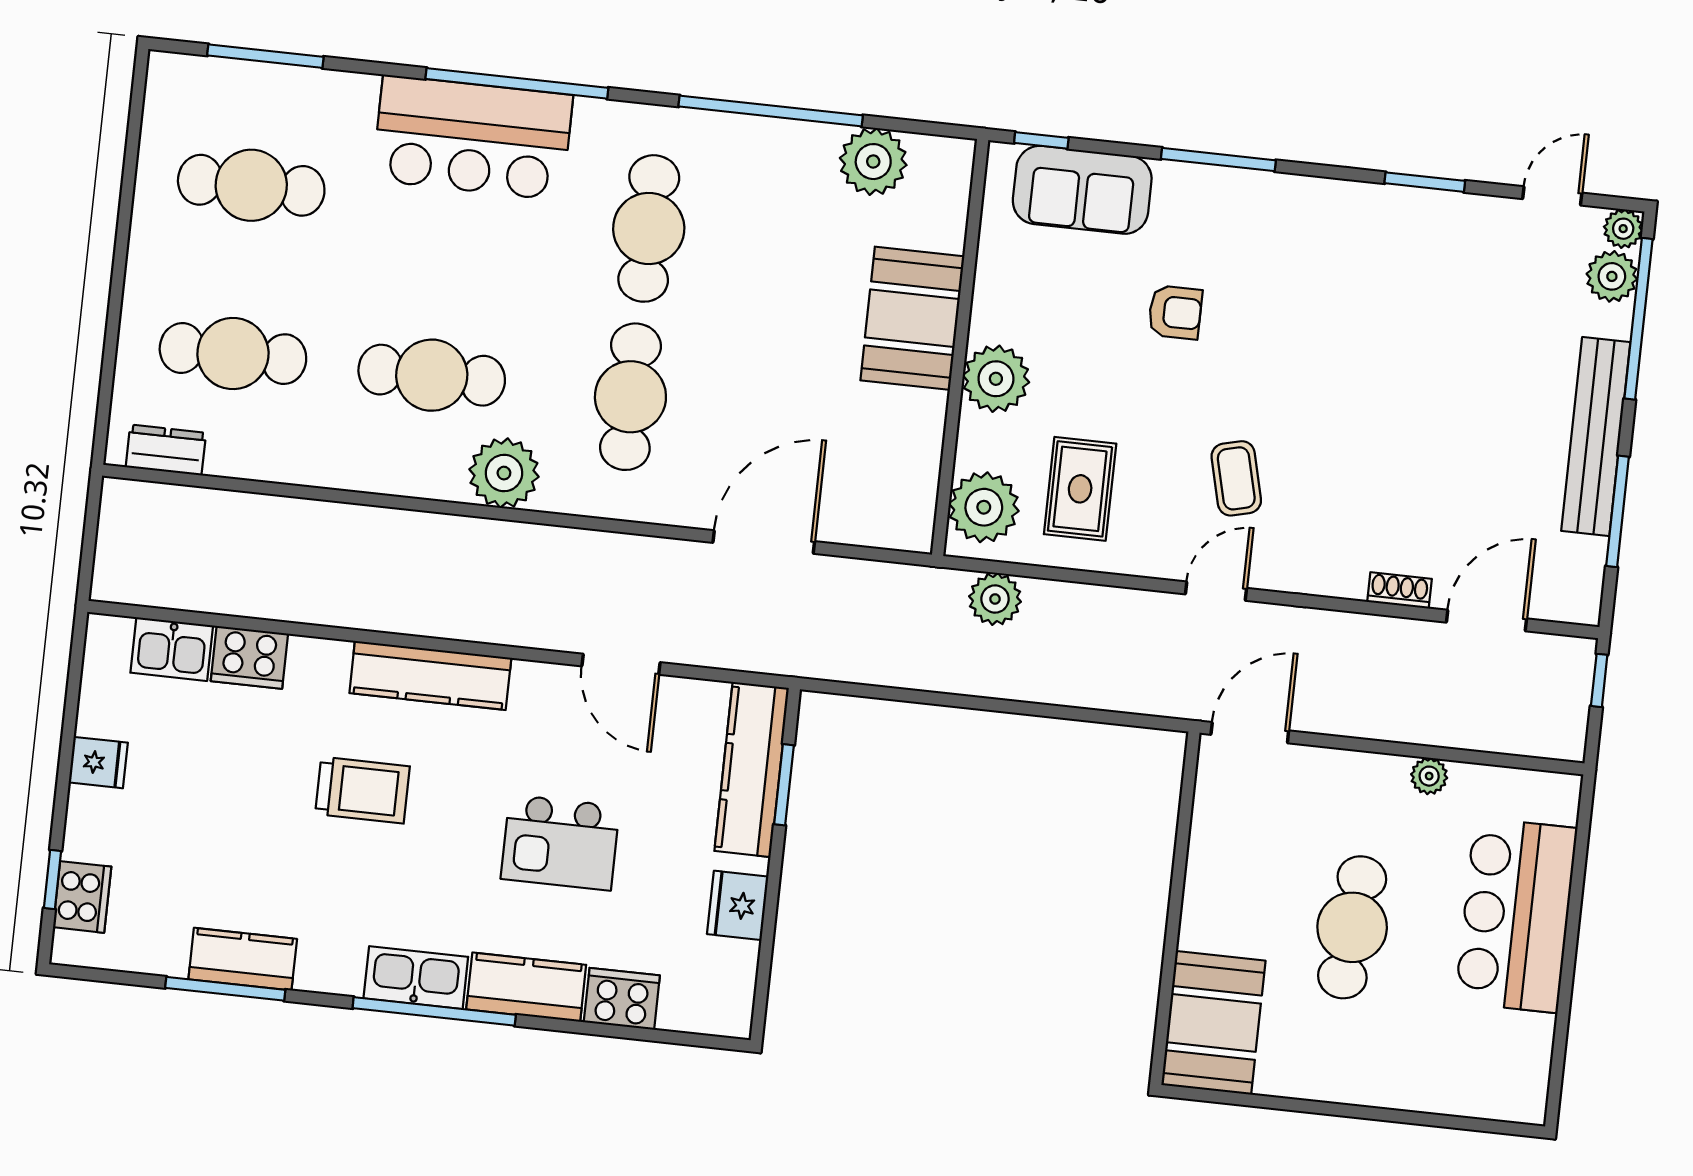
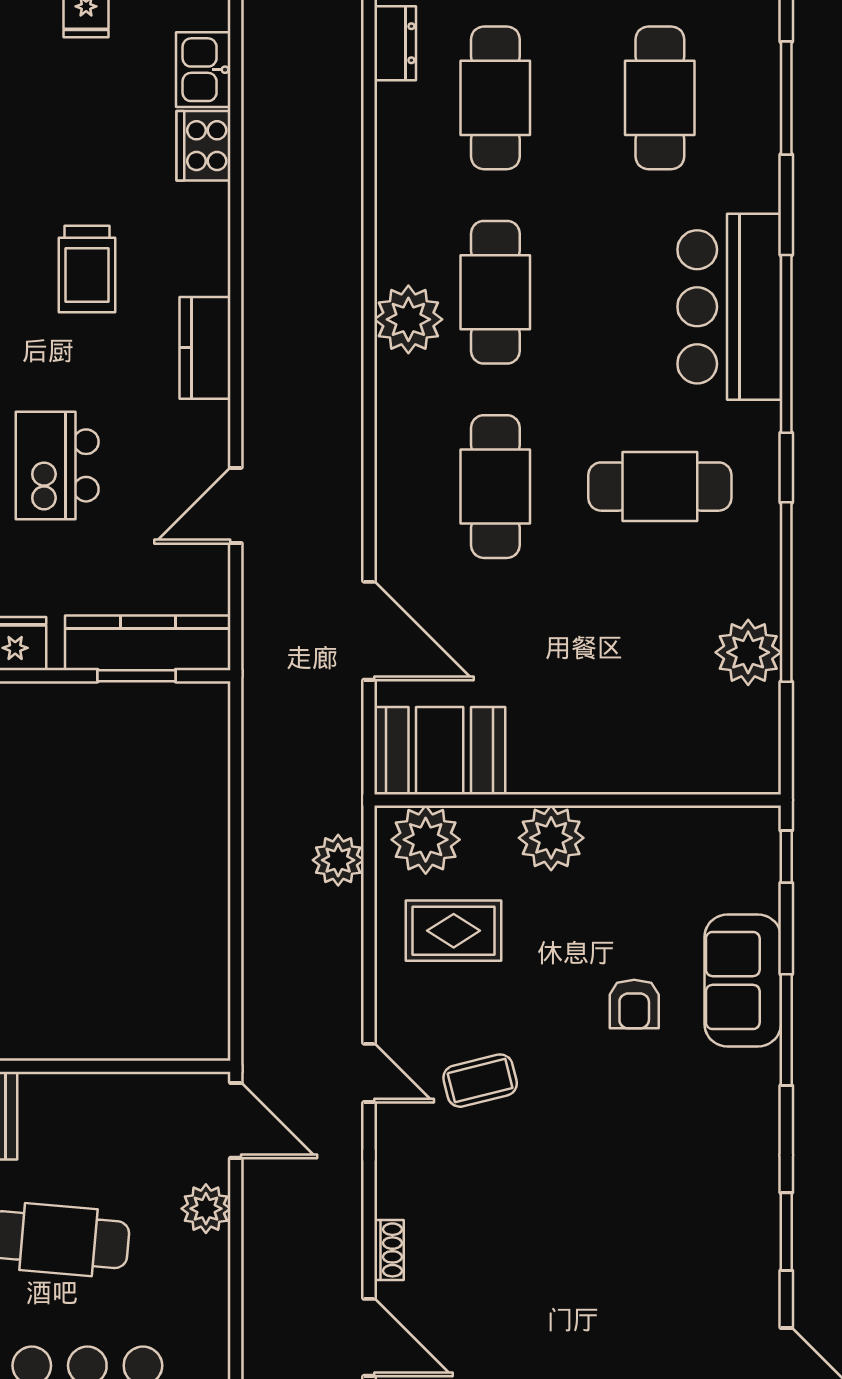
plant: (873, 162) -> (748, 652), moved
sofa: (1082, 190) -> (743, 980), moved
booth: (912, 318) -> (440, 751), moved
cafe table: (630, 397) -> (495, 487), turned 90
plant: (504, 473) -> (408, 319), moved
kitchen counter: (430, 675) -> (205, 348), width x0.67
plant: (1429, 776) -> (206, 1209), moved, width x1.38, depth x1.38

